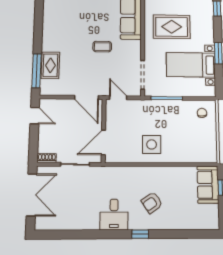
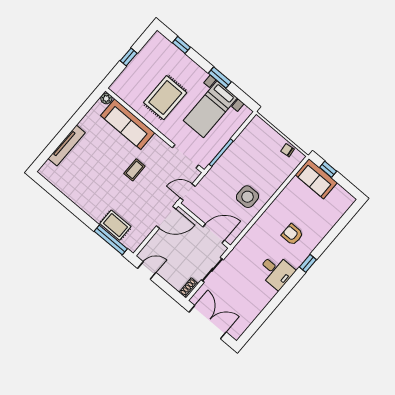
chair: (202, 113) -> (288, 150), moved
door: (103, 142) -> (214, 234), swing flipped
armchair: (152, 203) -> (292, 234), turned 124

